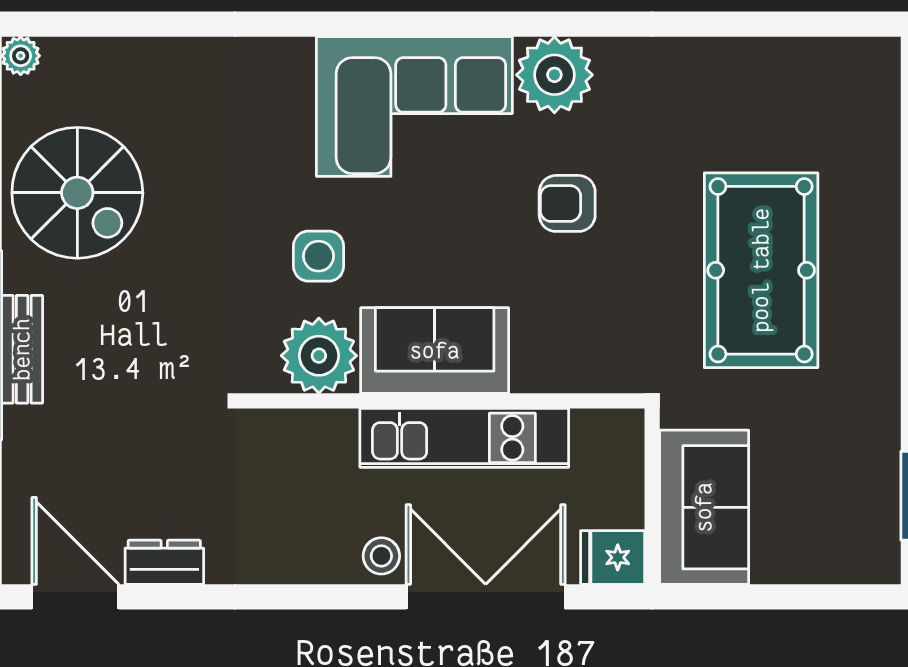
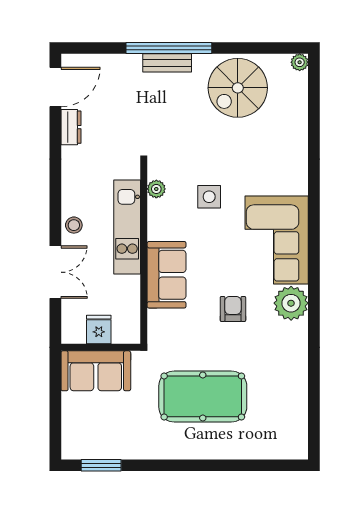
sofa: (435, 351) -> (167, 275), moved
plant: (319, 356) -> (156, 189), width x0.53, depth x0.53
kitchen unit: (464, 438) -> (127, 227), moved
fridge: (613, 557) -> (99, 329), moved
double door: (486, 597) -> (55, 272), width x0.73

